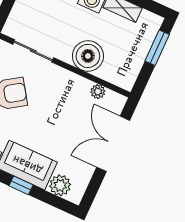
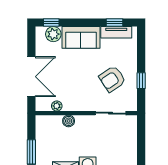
boiler: (88, 56) -> (69, 121), width x0.54, depth x0.54
window: (21, 185) -> (51, 23), moved

